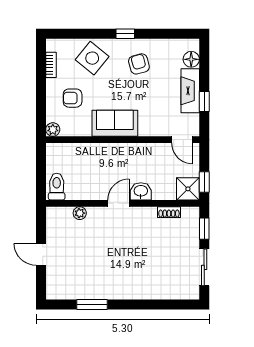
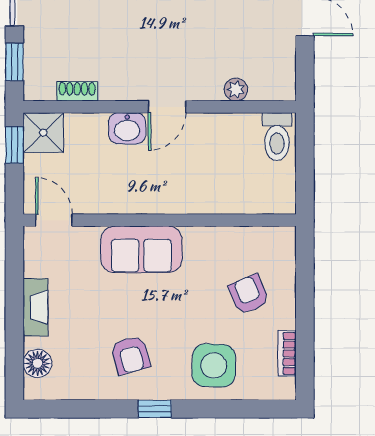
side table: (92, 58) -> (214, 365), turned -37
fireplace: (190, 91) -> (35, 307), width x0.73, depth x0.76
armchair: (73, 98) -> (249, 294), turned -113
window: (204, 102) -> (14, 288), removed
sofa: (115, 123) -> (141, 249), moved
plant: (53, 130) -> (284, 238), removed

